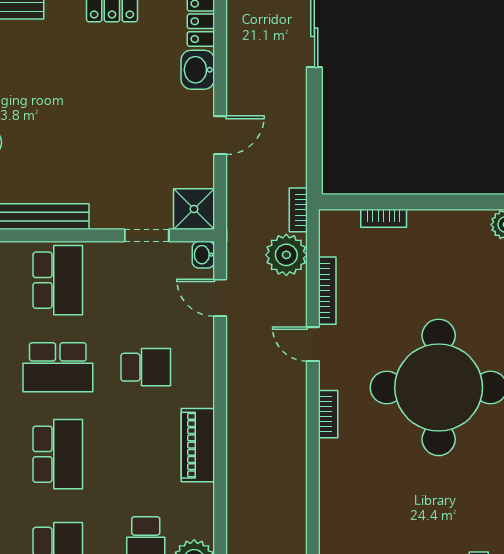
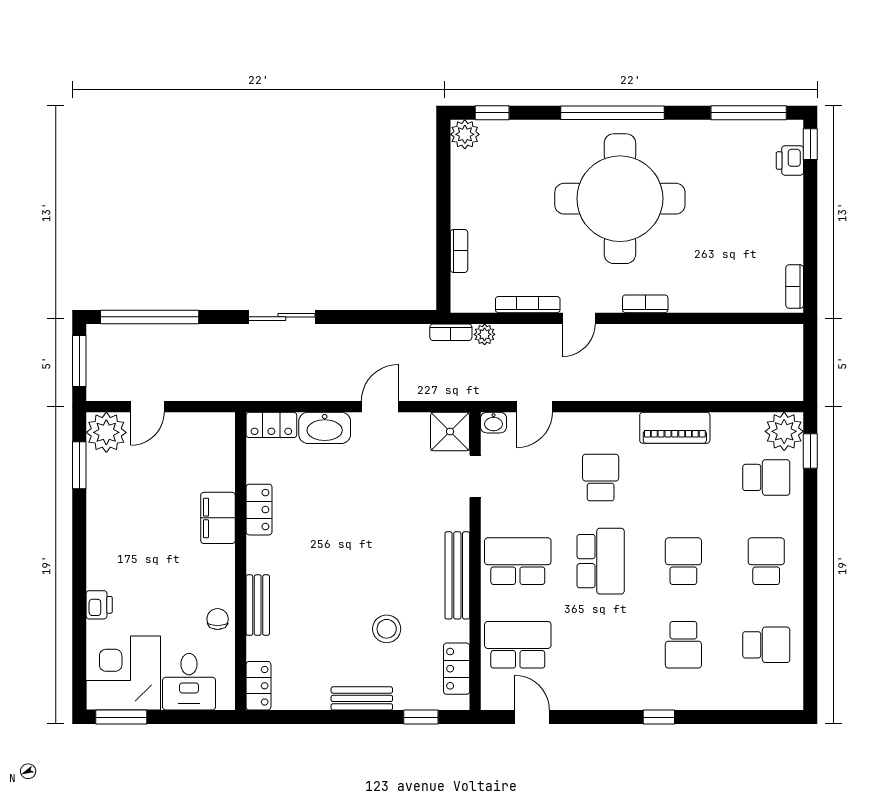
washbasin: (198, 70) -> (325, 428), width x1.38
door: (220, 135) -> (380, 407), hinge flipped
plant: (286, 255) -> (485, 334), width x0.53, depth x0.53
school desk: (58, 454) -> (683, 561), width x0.54

